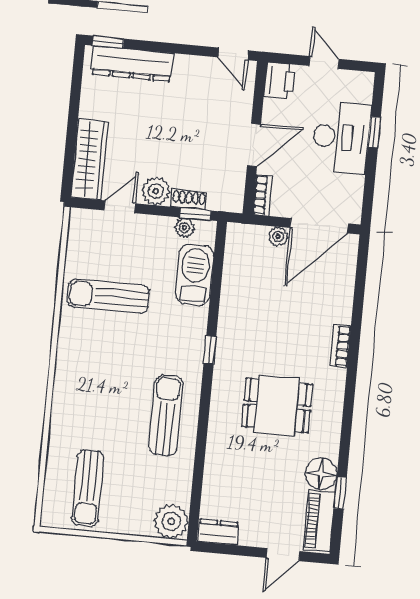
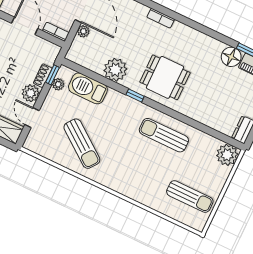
sun lounger: (108, 296) -> (82, 144), turned -53
plant: (238, 306) -> (115, 70), added
dining table: (277, 405) -> (165, 77), moved, turned 90

